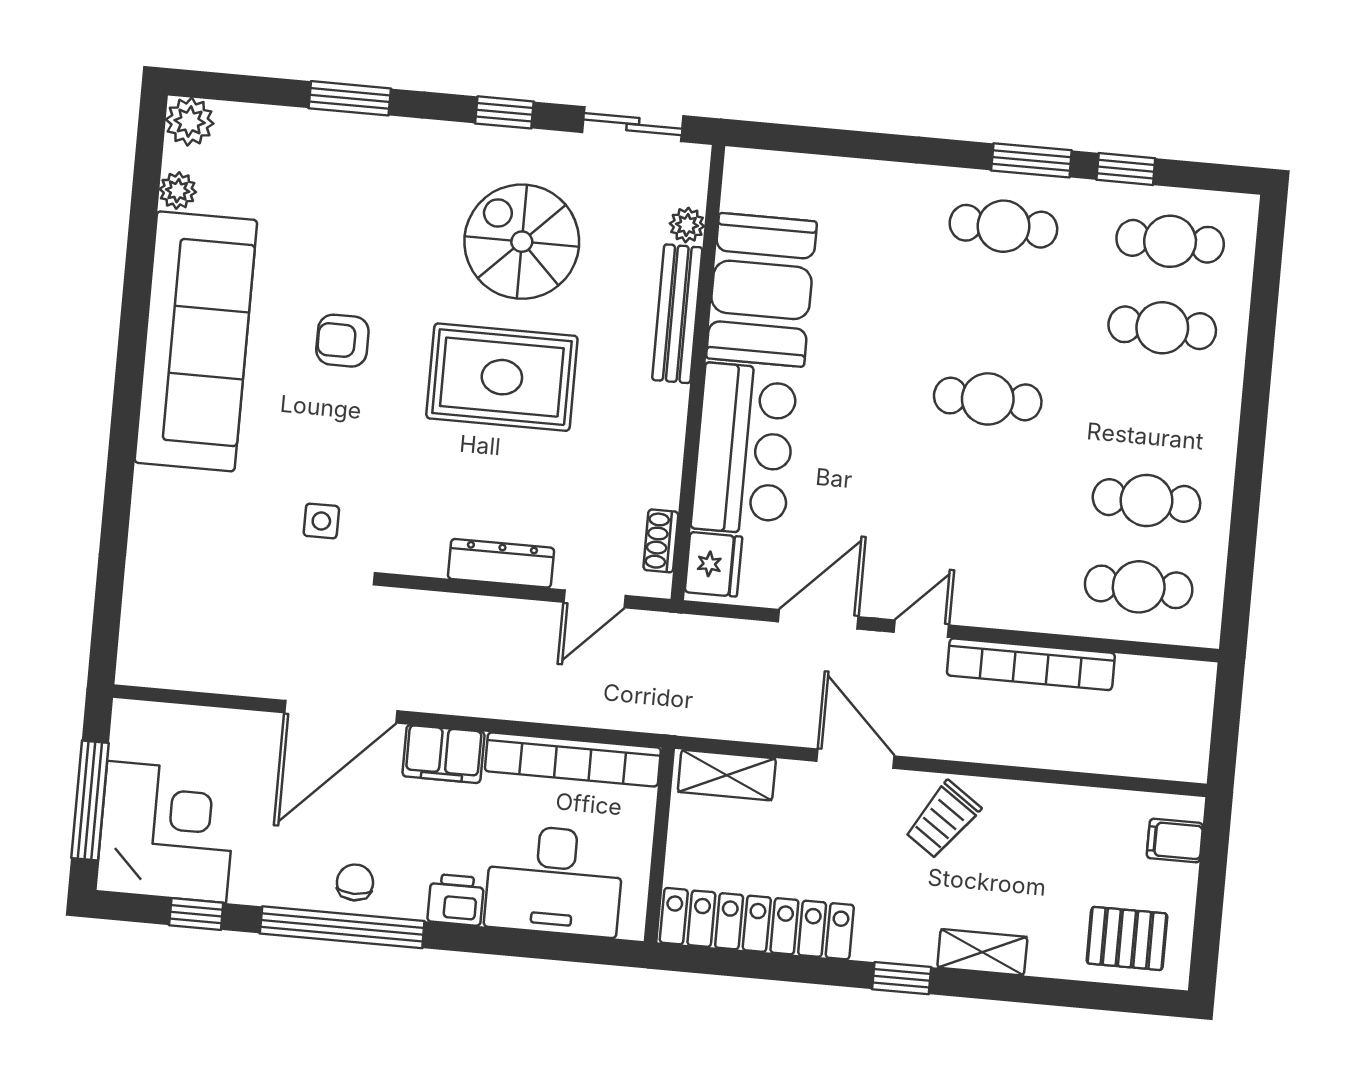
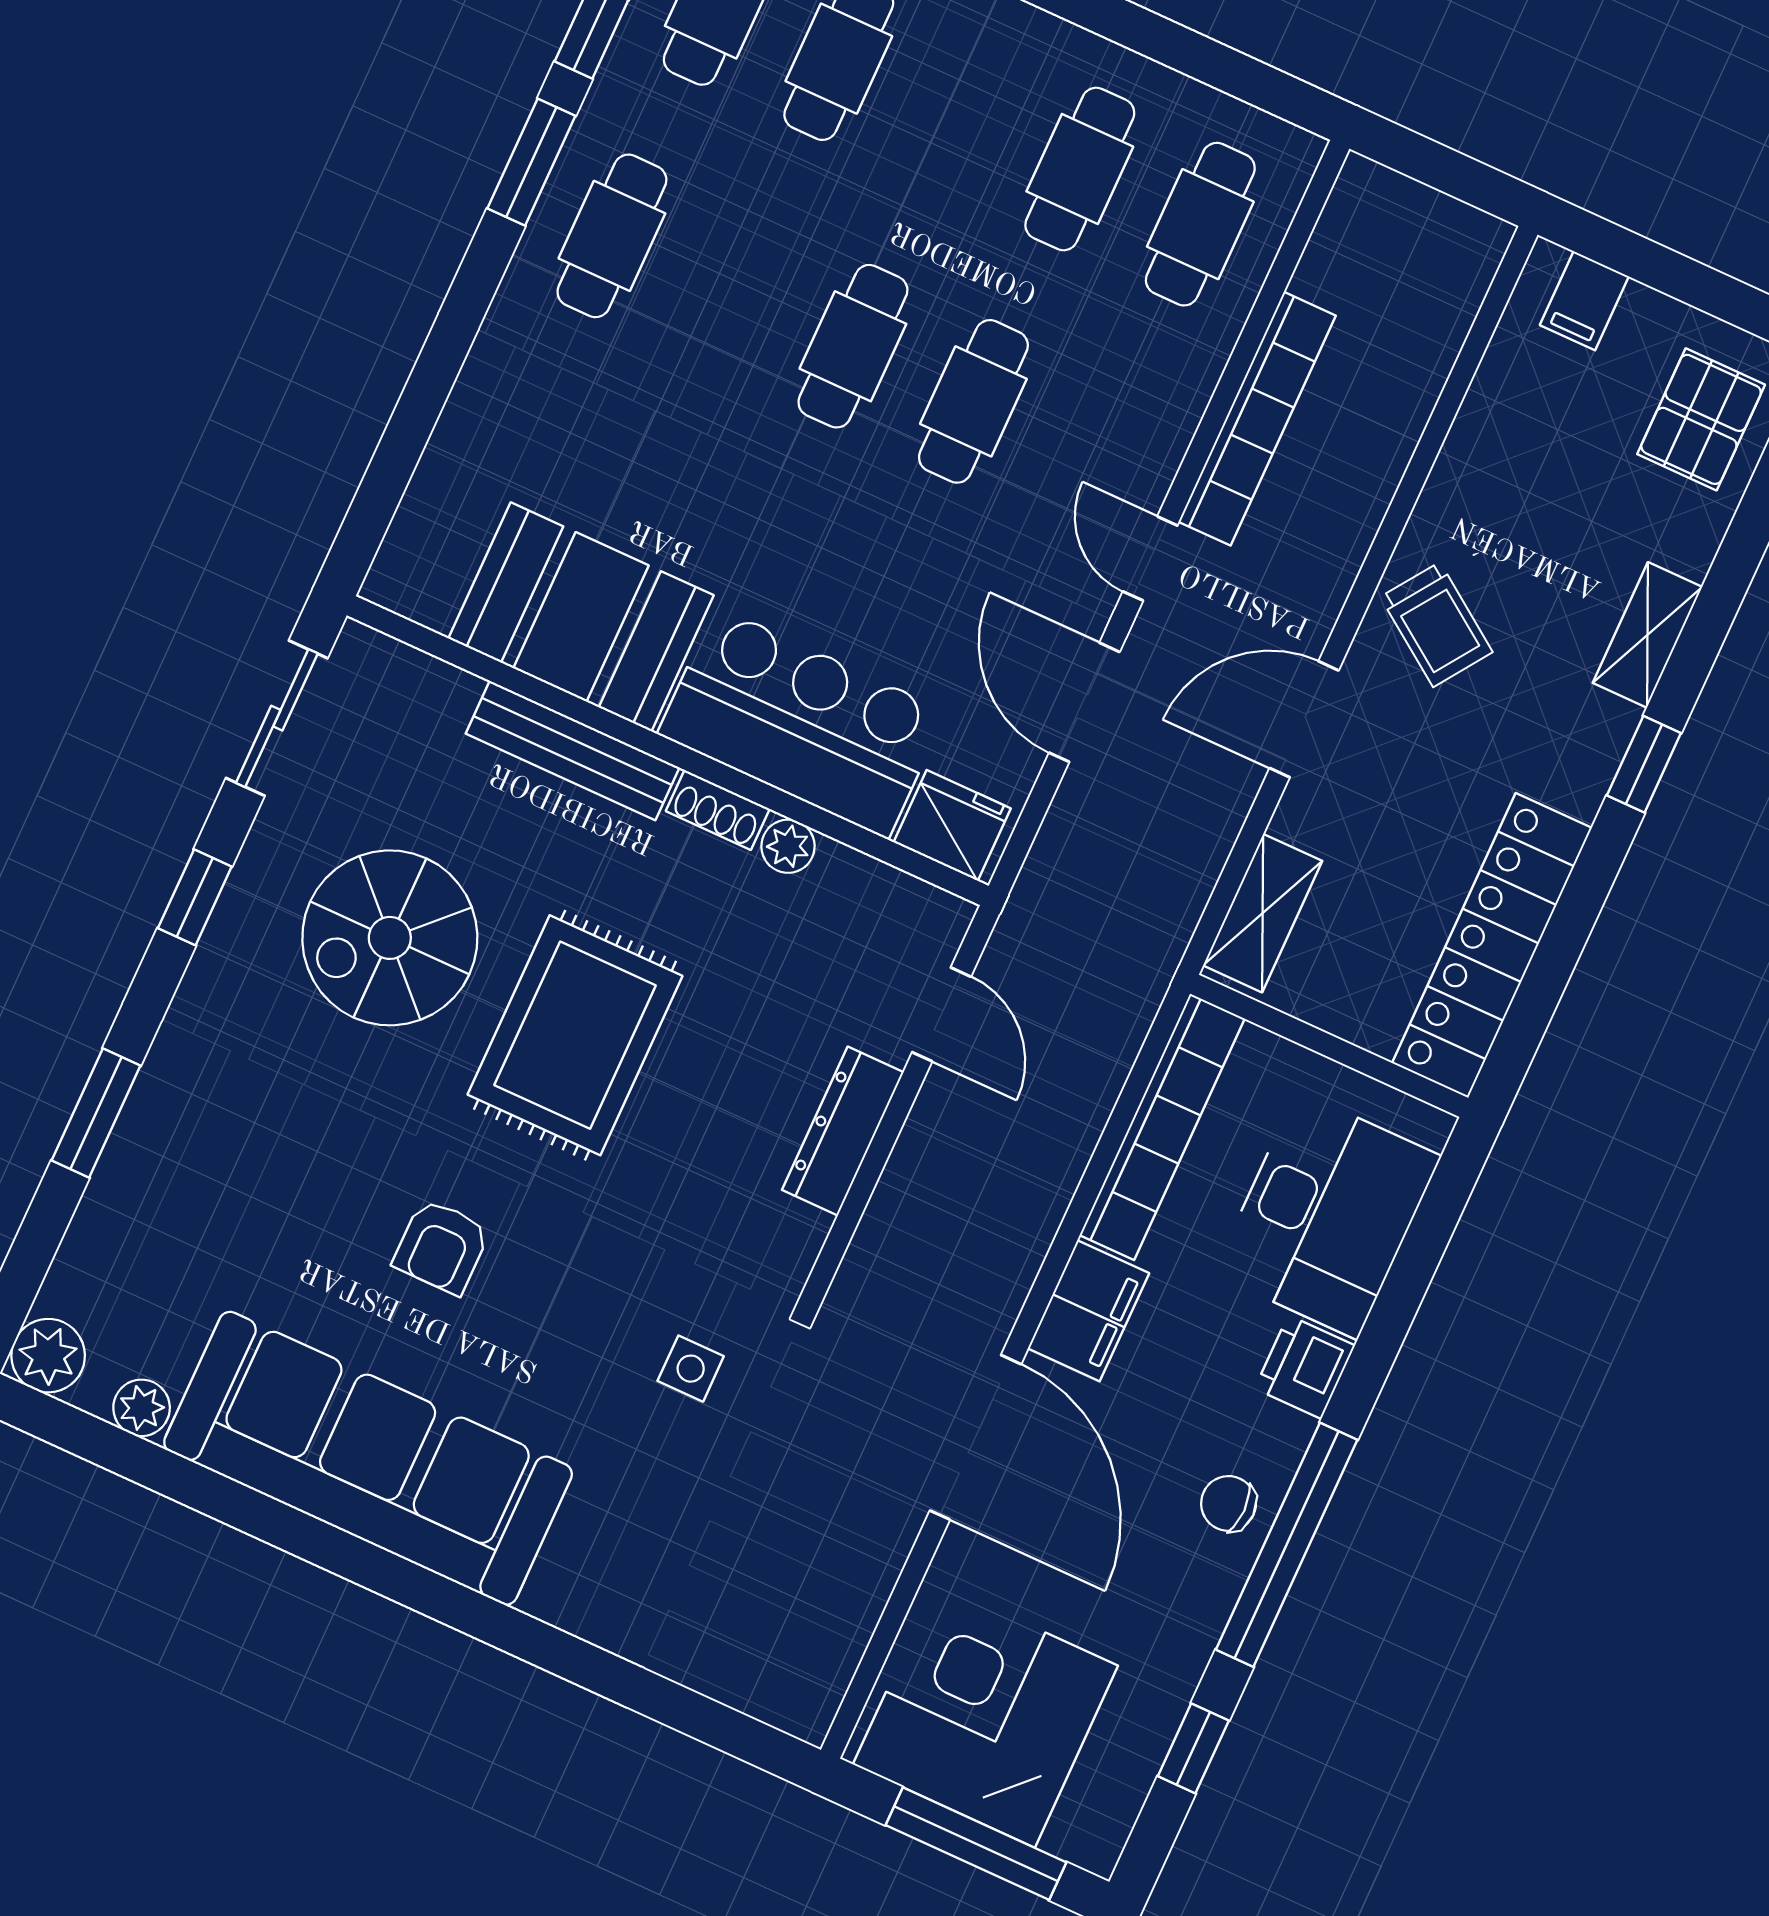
plant: (687, 225) -> (788, 846), moved
cafe table: (980, 485) -> (973, 401), added
shoe rack: (661, 541) -> (718, 810), moved
corner desk: (167, 832) -> (985, 1715), moved

